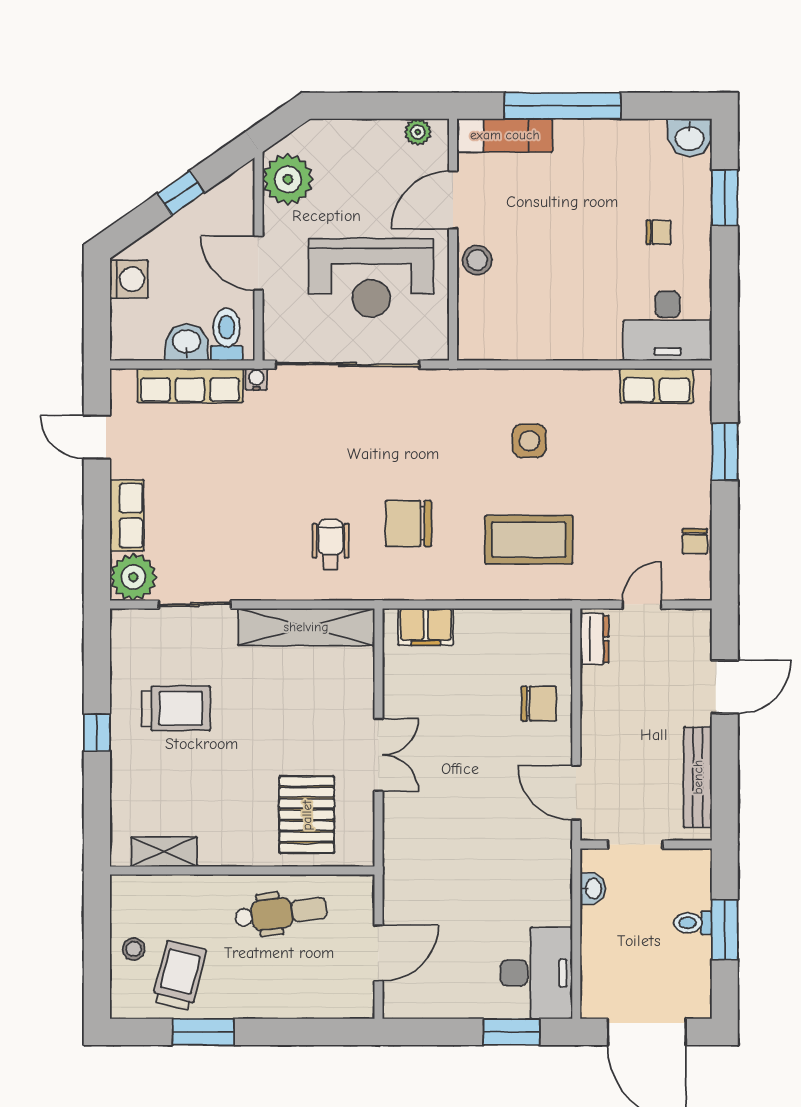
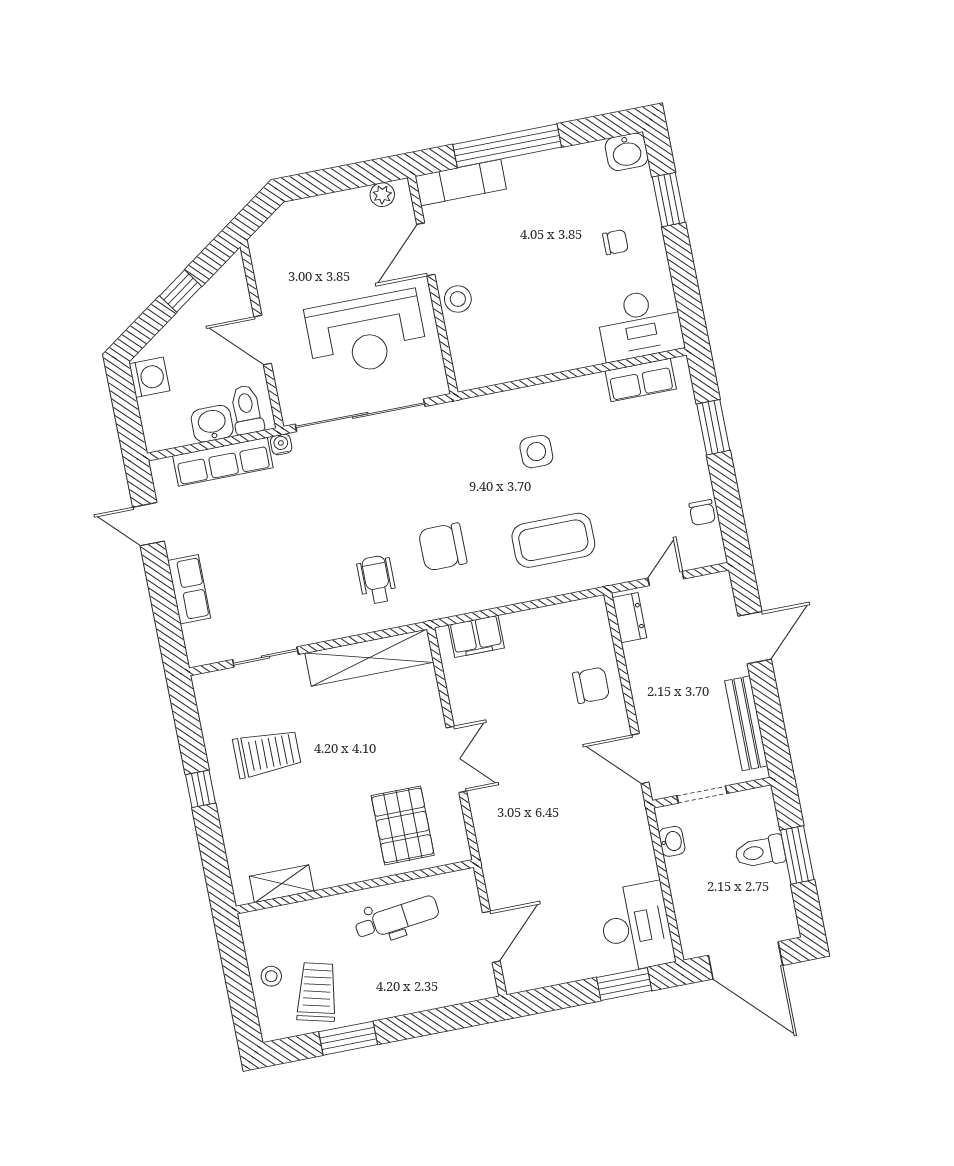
plant: (288, 179) -> (274, 260), removed
plant: (133, 577) -> (206, 643), removed
toilet: (693, 923) -> (760, 852), width x1.37, depth x1.39

